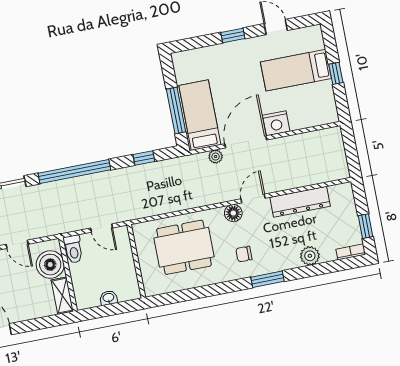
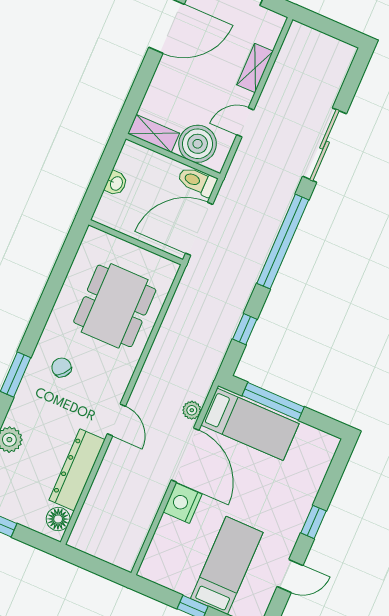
floor lamp: (233, 213) -> (58, 519), moved
door: (102, 228) -> (199, 229), width x1.88
chair: (244, 254) -> (62, 367), turned -49

